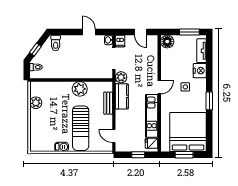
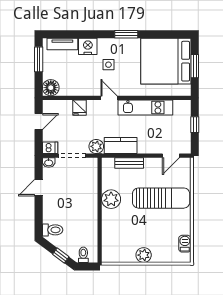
plant: (36, 103) -> (144, 255), moved
fridge: (152, 143) -> (79, 108), moved
barbecue: (62, 147) -> (185, 244), moved

